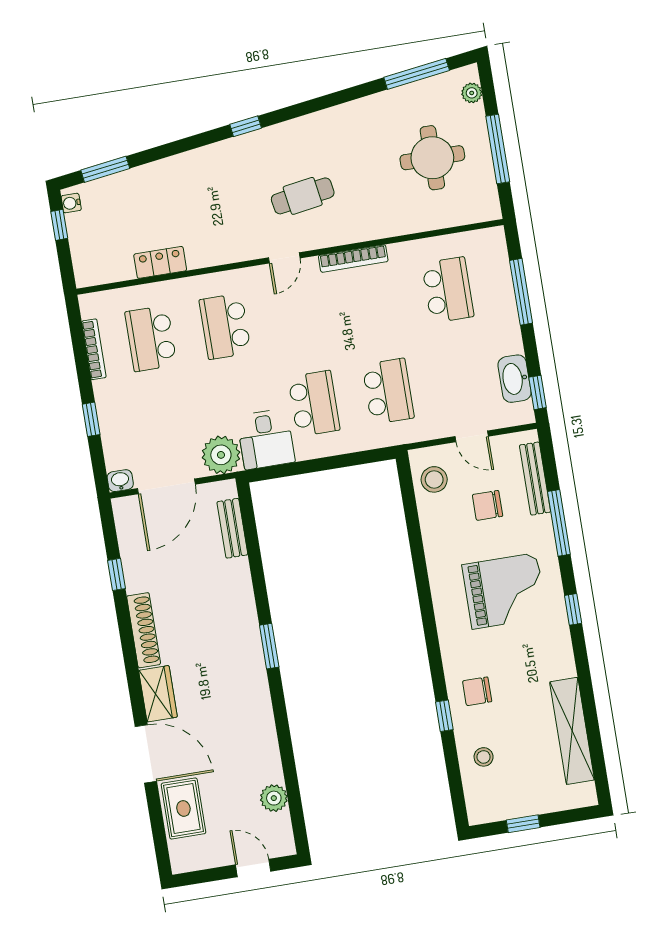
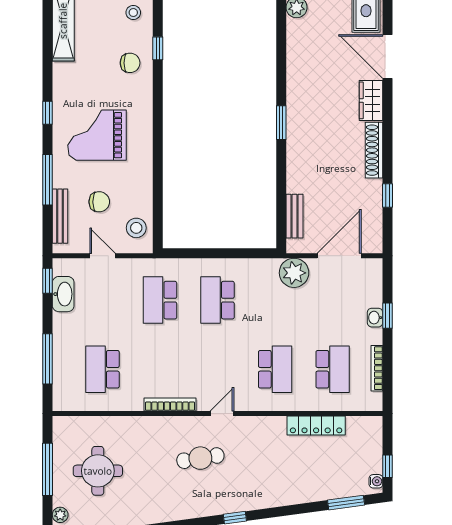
locker: (160, 262) -> (316, 426), width x1.53
desk: (266, 439) -> (258, 279), removed
washbasin: (120, 481) -> (375, 318), moved, turned 90

